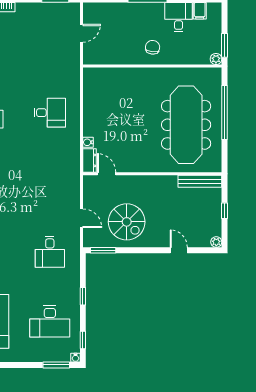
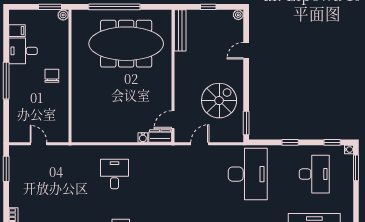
chair: (153, 47) -> (52, 76), turned 84
door: (81, 218) -> (200, 144), moved
desk: (50, 252) -> (248, 174), width x1.87, depth x1.30

